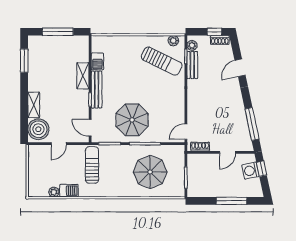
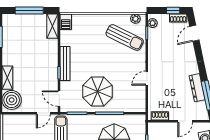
barbecue: (97, 61) -> (66, 22), moved
bench: (192, 65) -> (153, 41), removed
door: (240, 68) -> (194, 33), moved
shelving: (83, 76) -> (52, 26), moved
dresser: (241, 116) -> (197, 88), added
door: (186, 132) -> (147, 78), moved
door: (59, 144) -> (43, 113), moved

